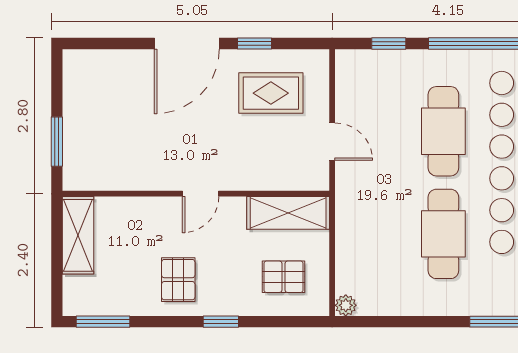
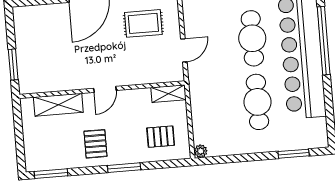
door: (332, 142) -> (184, 50), hinge flipped
shelving: (288, 213) -> (169, 94), width x0.67, depth x0.75
shelving: (78, 235) -> (58, 105), moved, turned 90
window: (221, 322) -> (124, 168), width x1.50

